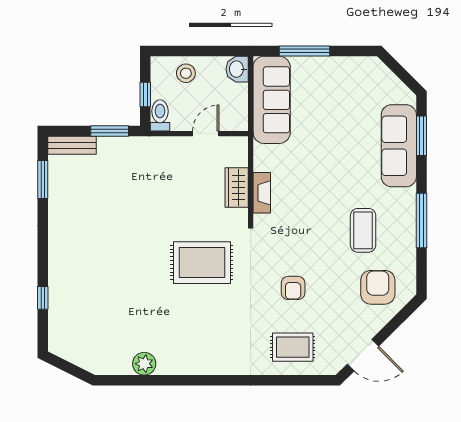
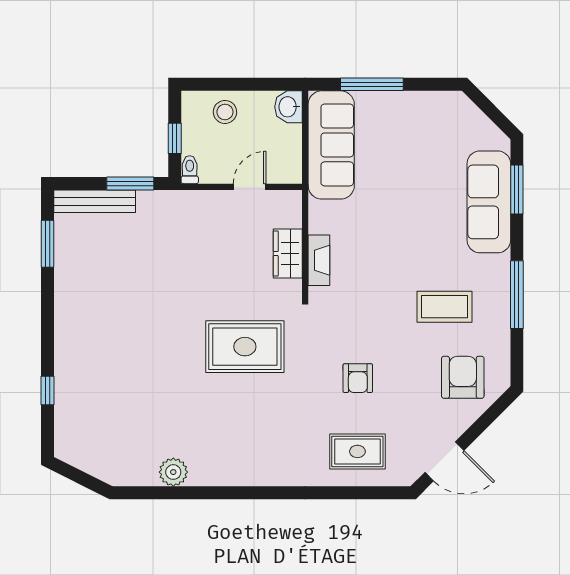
toilet: (160, 115) -> (190, 170), width x0.73, depth x0.72
bench: (72, 145) -> (95, 201), width x1.36
coffee table: (363, 230) -> (445, 307), turned 90

